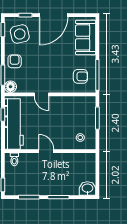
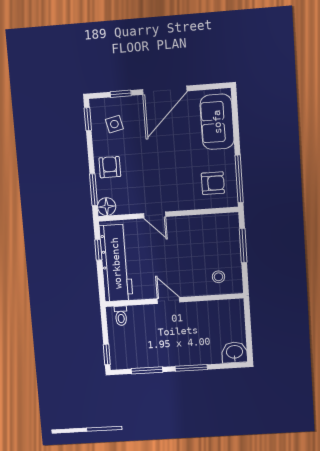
side table: (20, 34) -> (114, 124), width x0.54, depth x0.54

